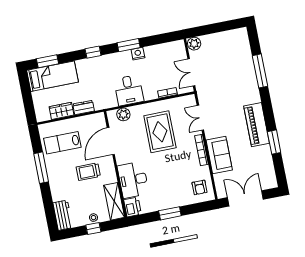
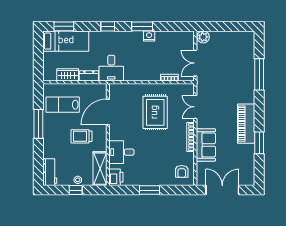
desk: (129, 90) -> (111, 68), moved
plant: (123, 114) -> (124, 90), removed
desk: (133, 180) -> (121, 152), width x0.73

